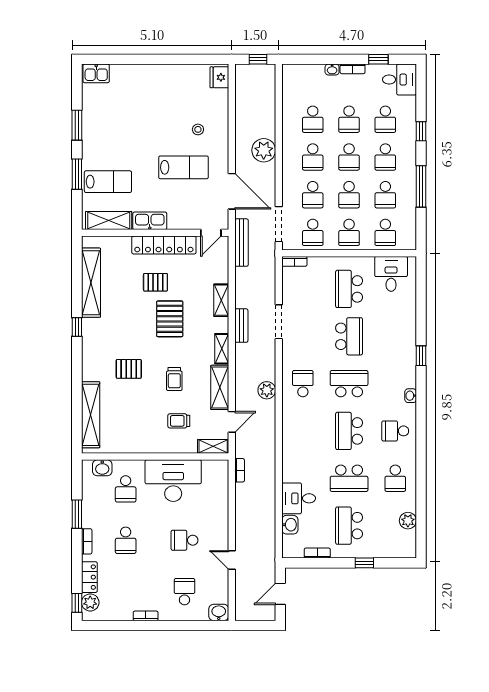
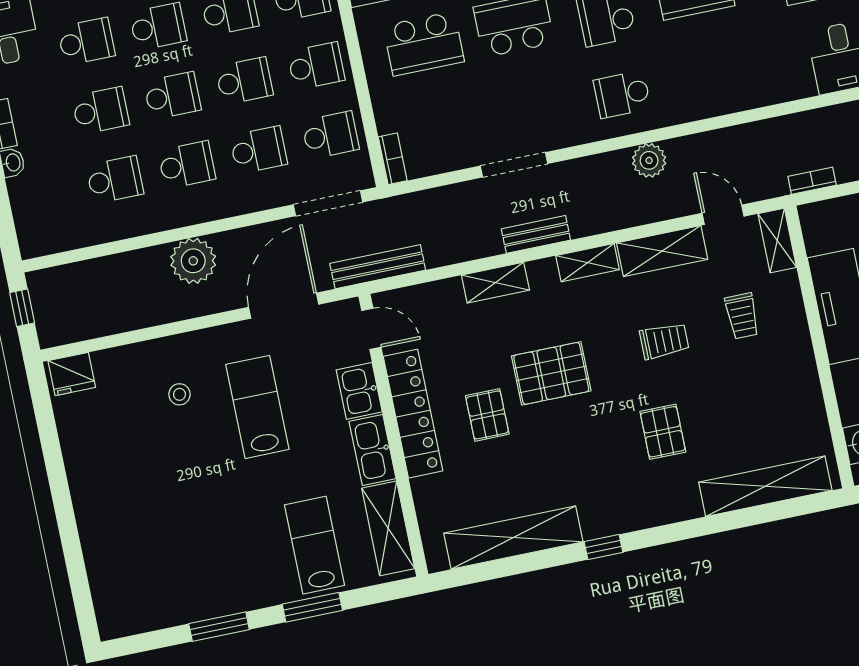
kitchen sink: (96, 73) -> (359, 391), moved, turned 180

